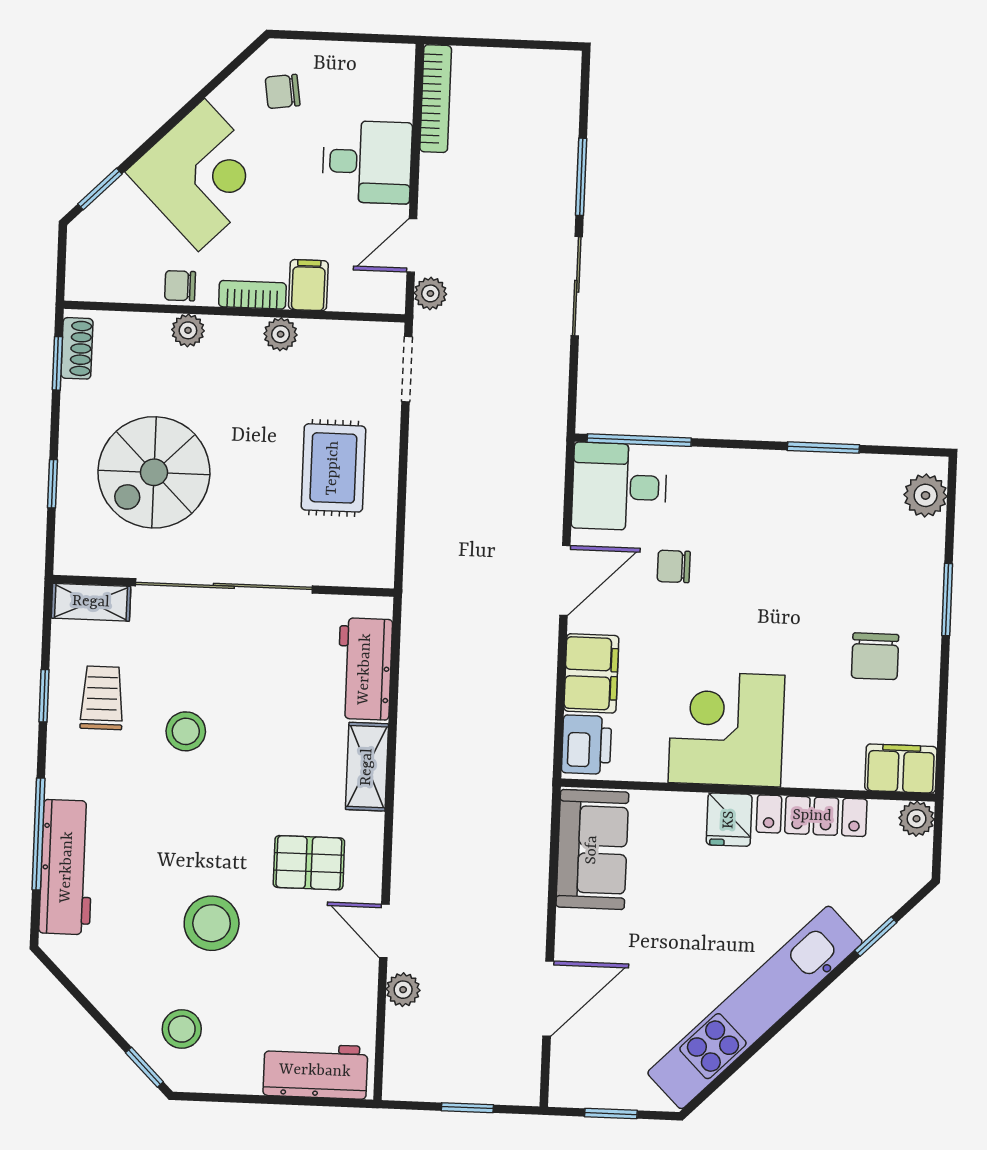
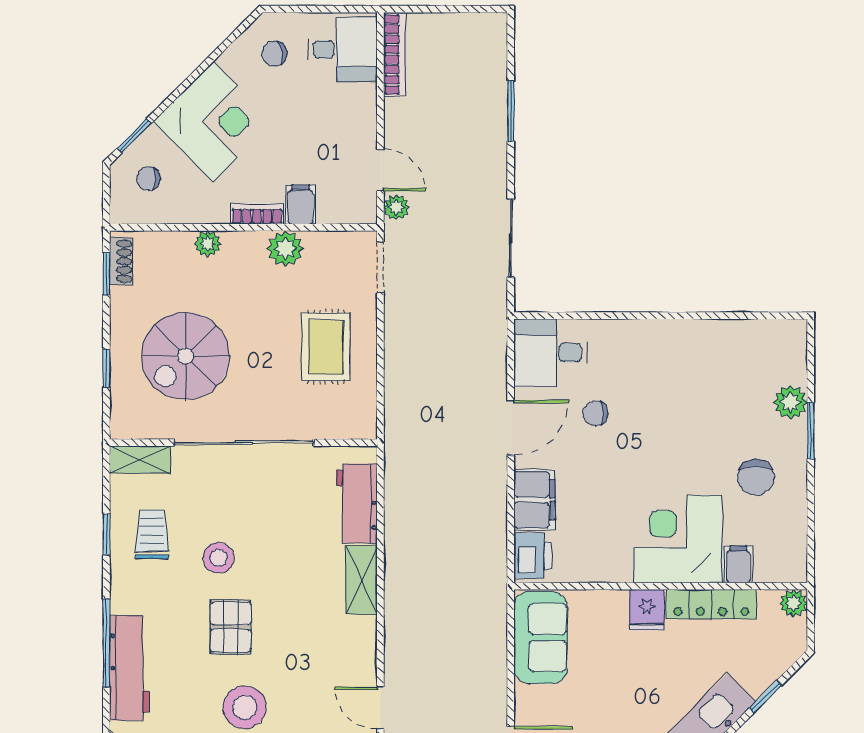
desk: (367, 162) -> (343, 49), moved
door: (412, 245) -> (380, 170), swing flipped
chair: (180, 286) -> (148, 179), moved
sliding door: (577, 286) -> (511, 238), moved
plant: (281, 334) -> (285, 249), width x1.38, depth x1.38
window: (639, 440) -> (564, 316), removed
window: (823, 448) -> (709, 316), removed
plant: (926, 495) -> (790, 402), moved
corner desk: (727, 729) -> (678, 539), moved
filing cabinet: (901, 769) -> (738, 564), moved, width x0.50
pallet: (309, 863) -> (231, 627), moved, turned 90

